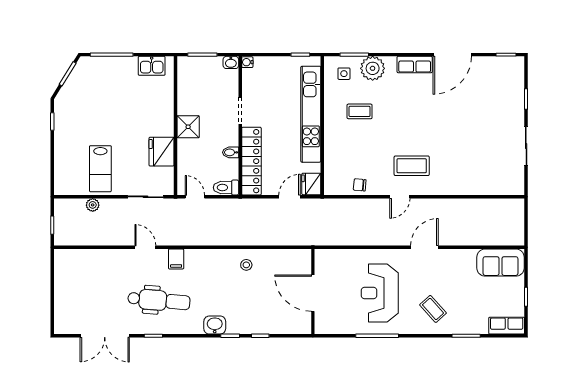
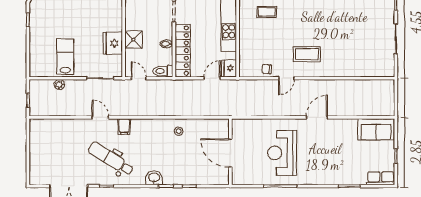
shower: (188, 127) -> (133, 40), moved
lab bench: (100, 169) -> (65, 56), turned 180
door: (400, 197) -> (286, 78), moved
dental chair: (159, 300) -> (111, 159), turned -153
coffee table: (433, 309) -> (324, 165), removed

